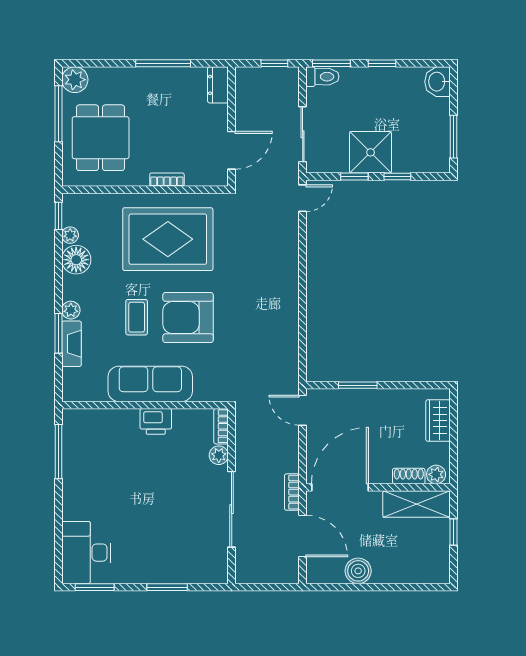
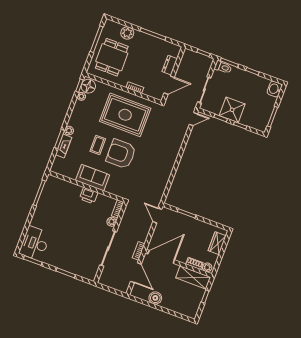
plant: (75, 80) -> (127, 33), moved
dresser: (218, 85) -> (170, 65), moved
floor lamp: (76, 260) -> (88, 86), moved
sofa: (150, 384) -> (93, 178), width x0.73

